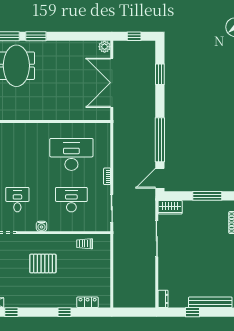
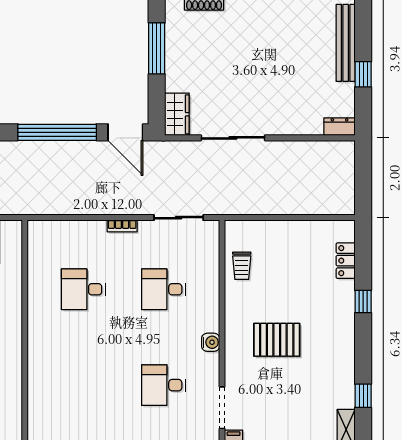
desk: (71, 154) -> (83, 289), width x0.53, depth x0.77
desk: (71, 200) -> (163, 289), width x0.73
pallet: (43, 263) -> (277, 340), turned 90

